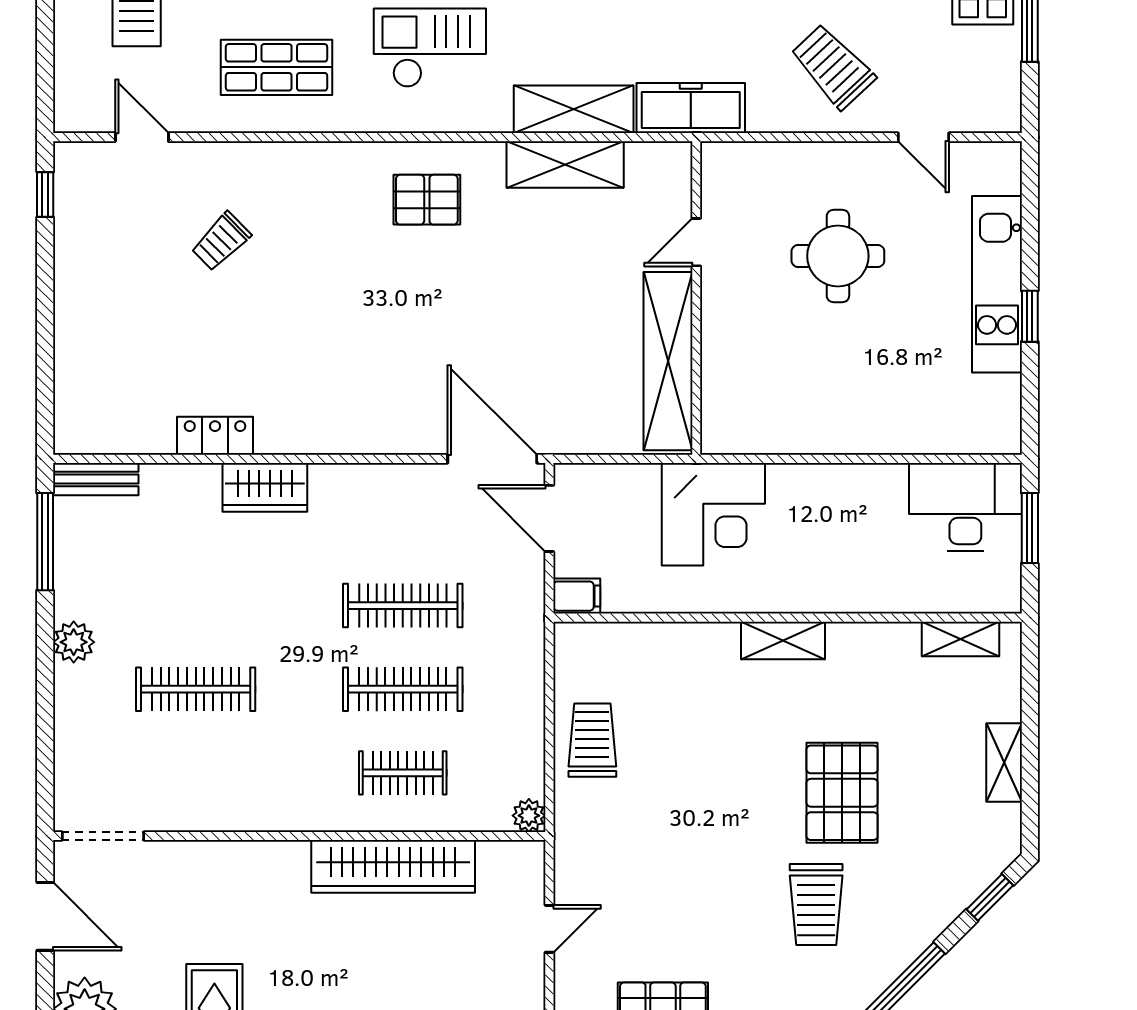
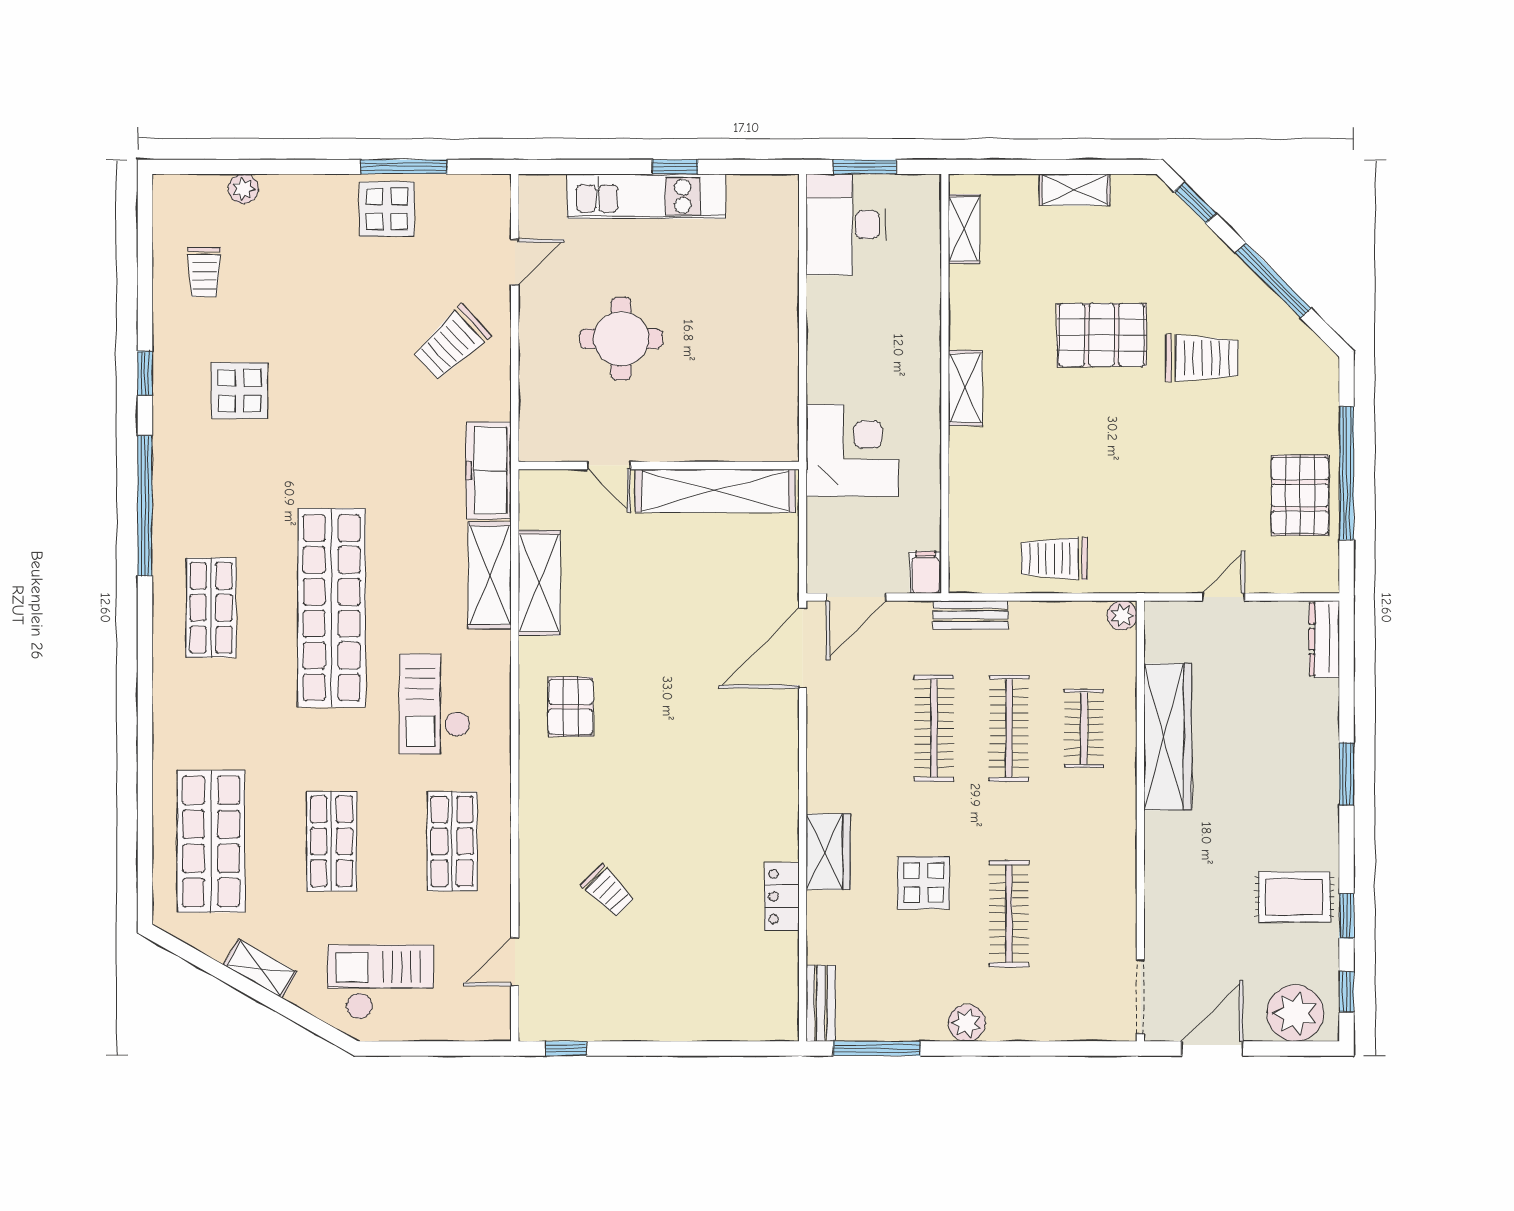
display table: (230, 594) -> (924, 883), added
bench: (529, 646) -> (971, 615), added
door: (549, 929) -> (1223, 597), hinge flipped

